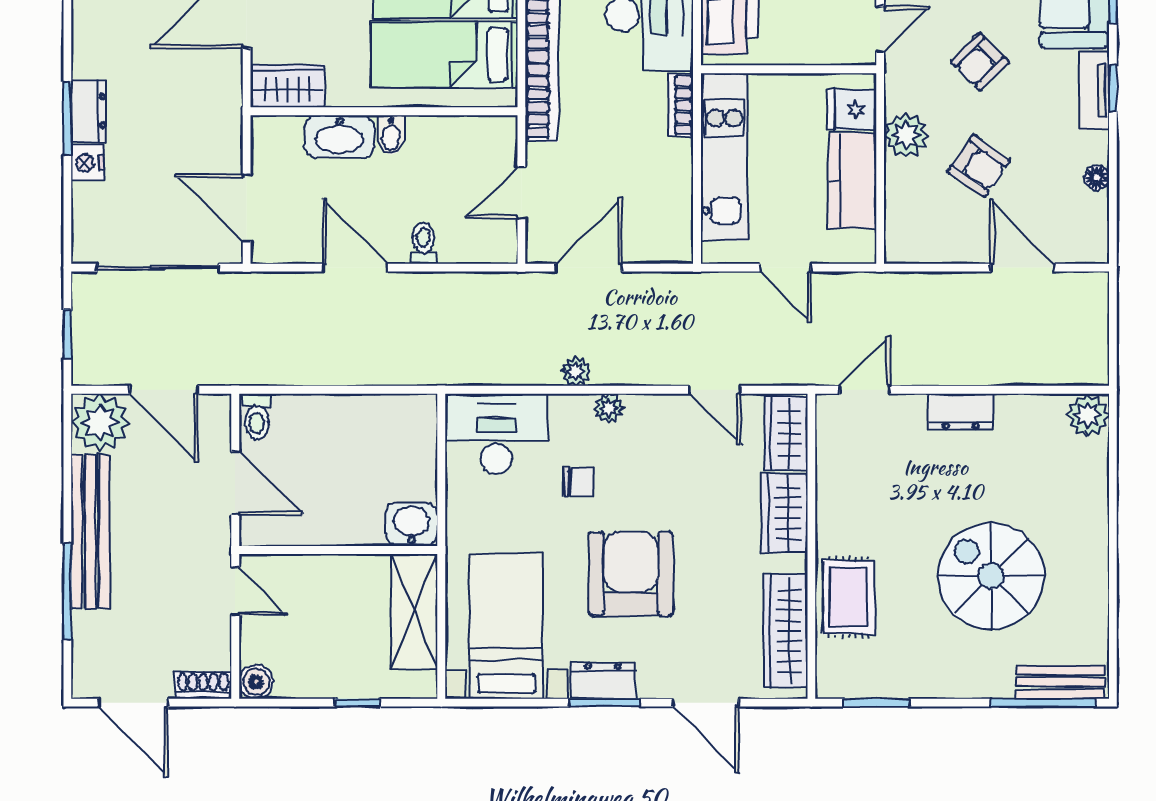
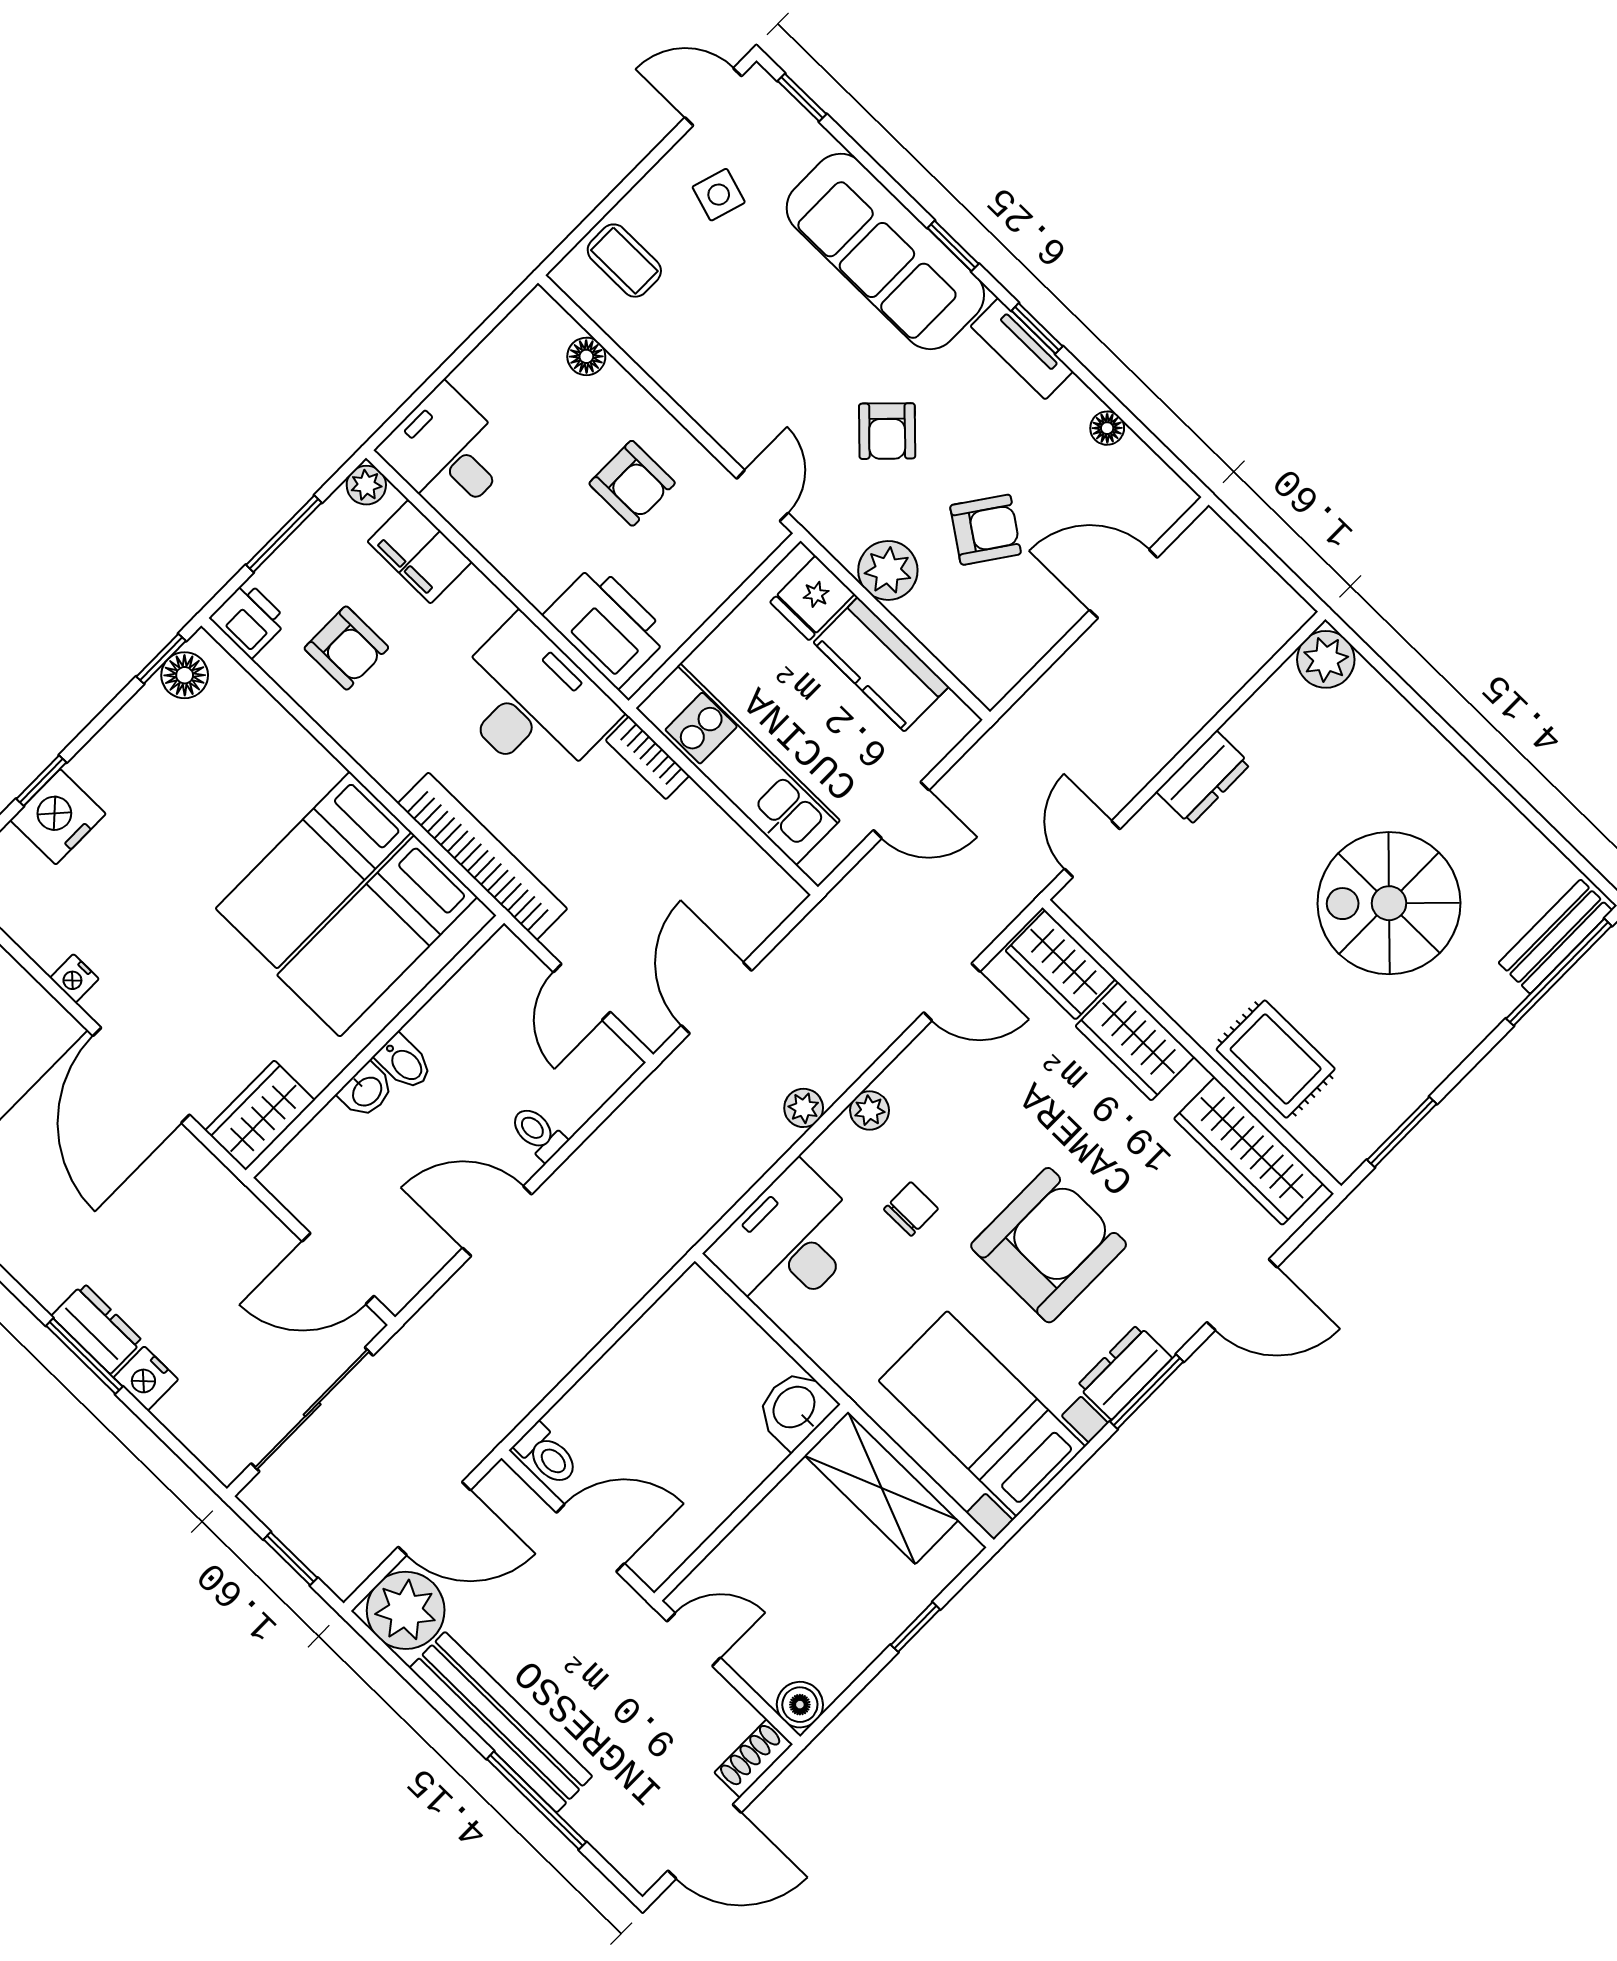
washbasin: (339, 136) -> (366, 1091), width x0.52, depth x0.69
armchair: (631, 574) -> (1049, 1245), turned 90

